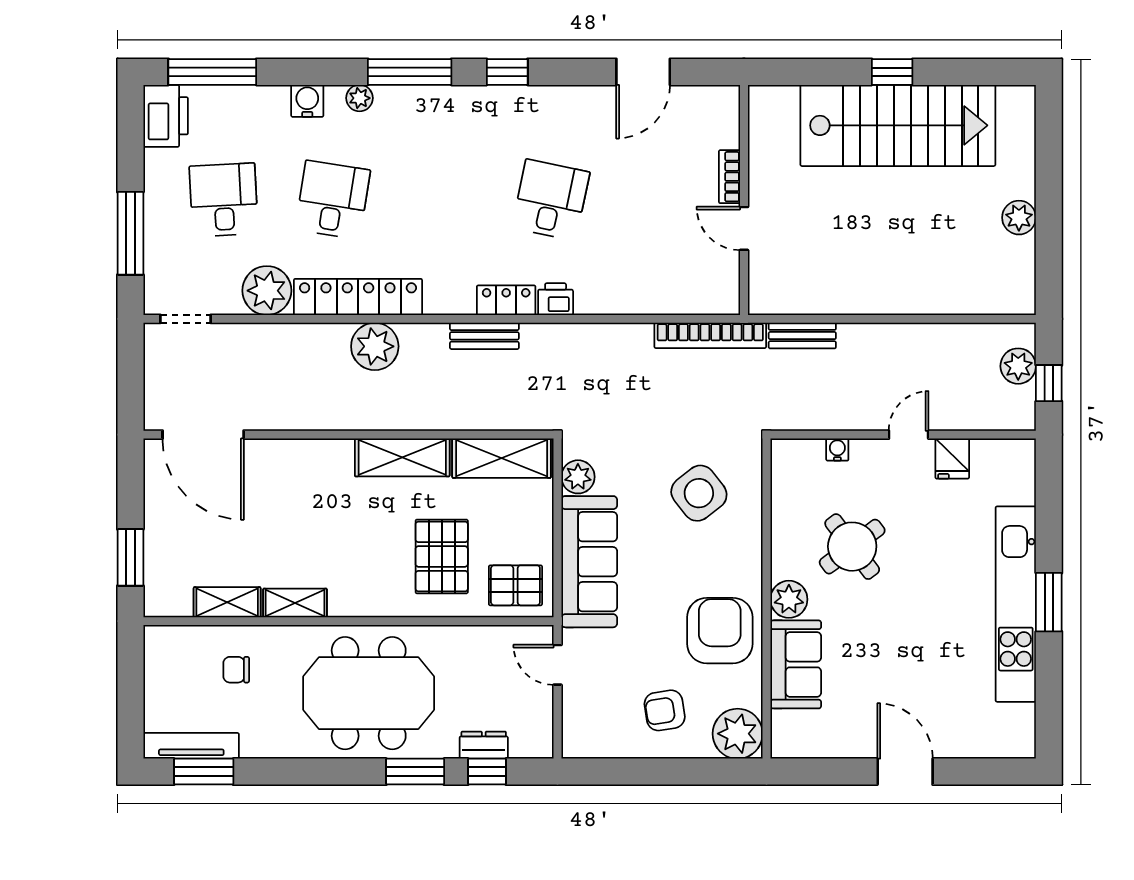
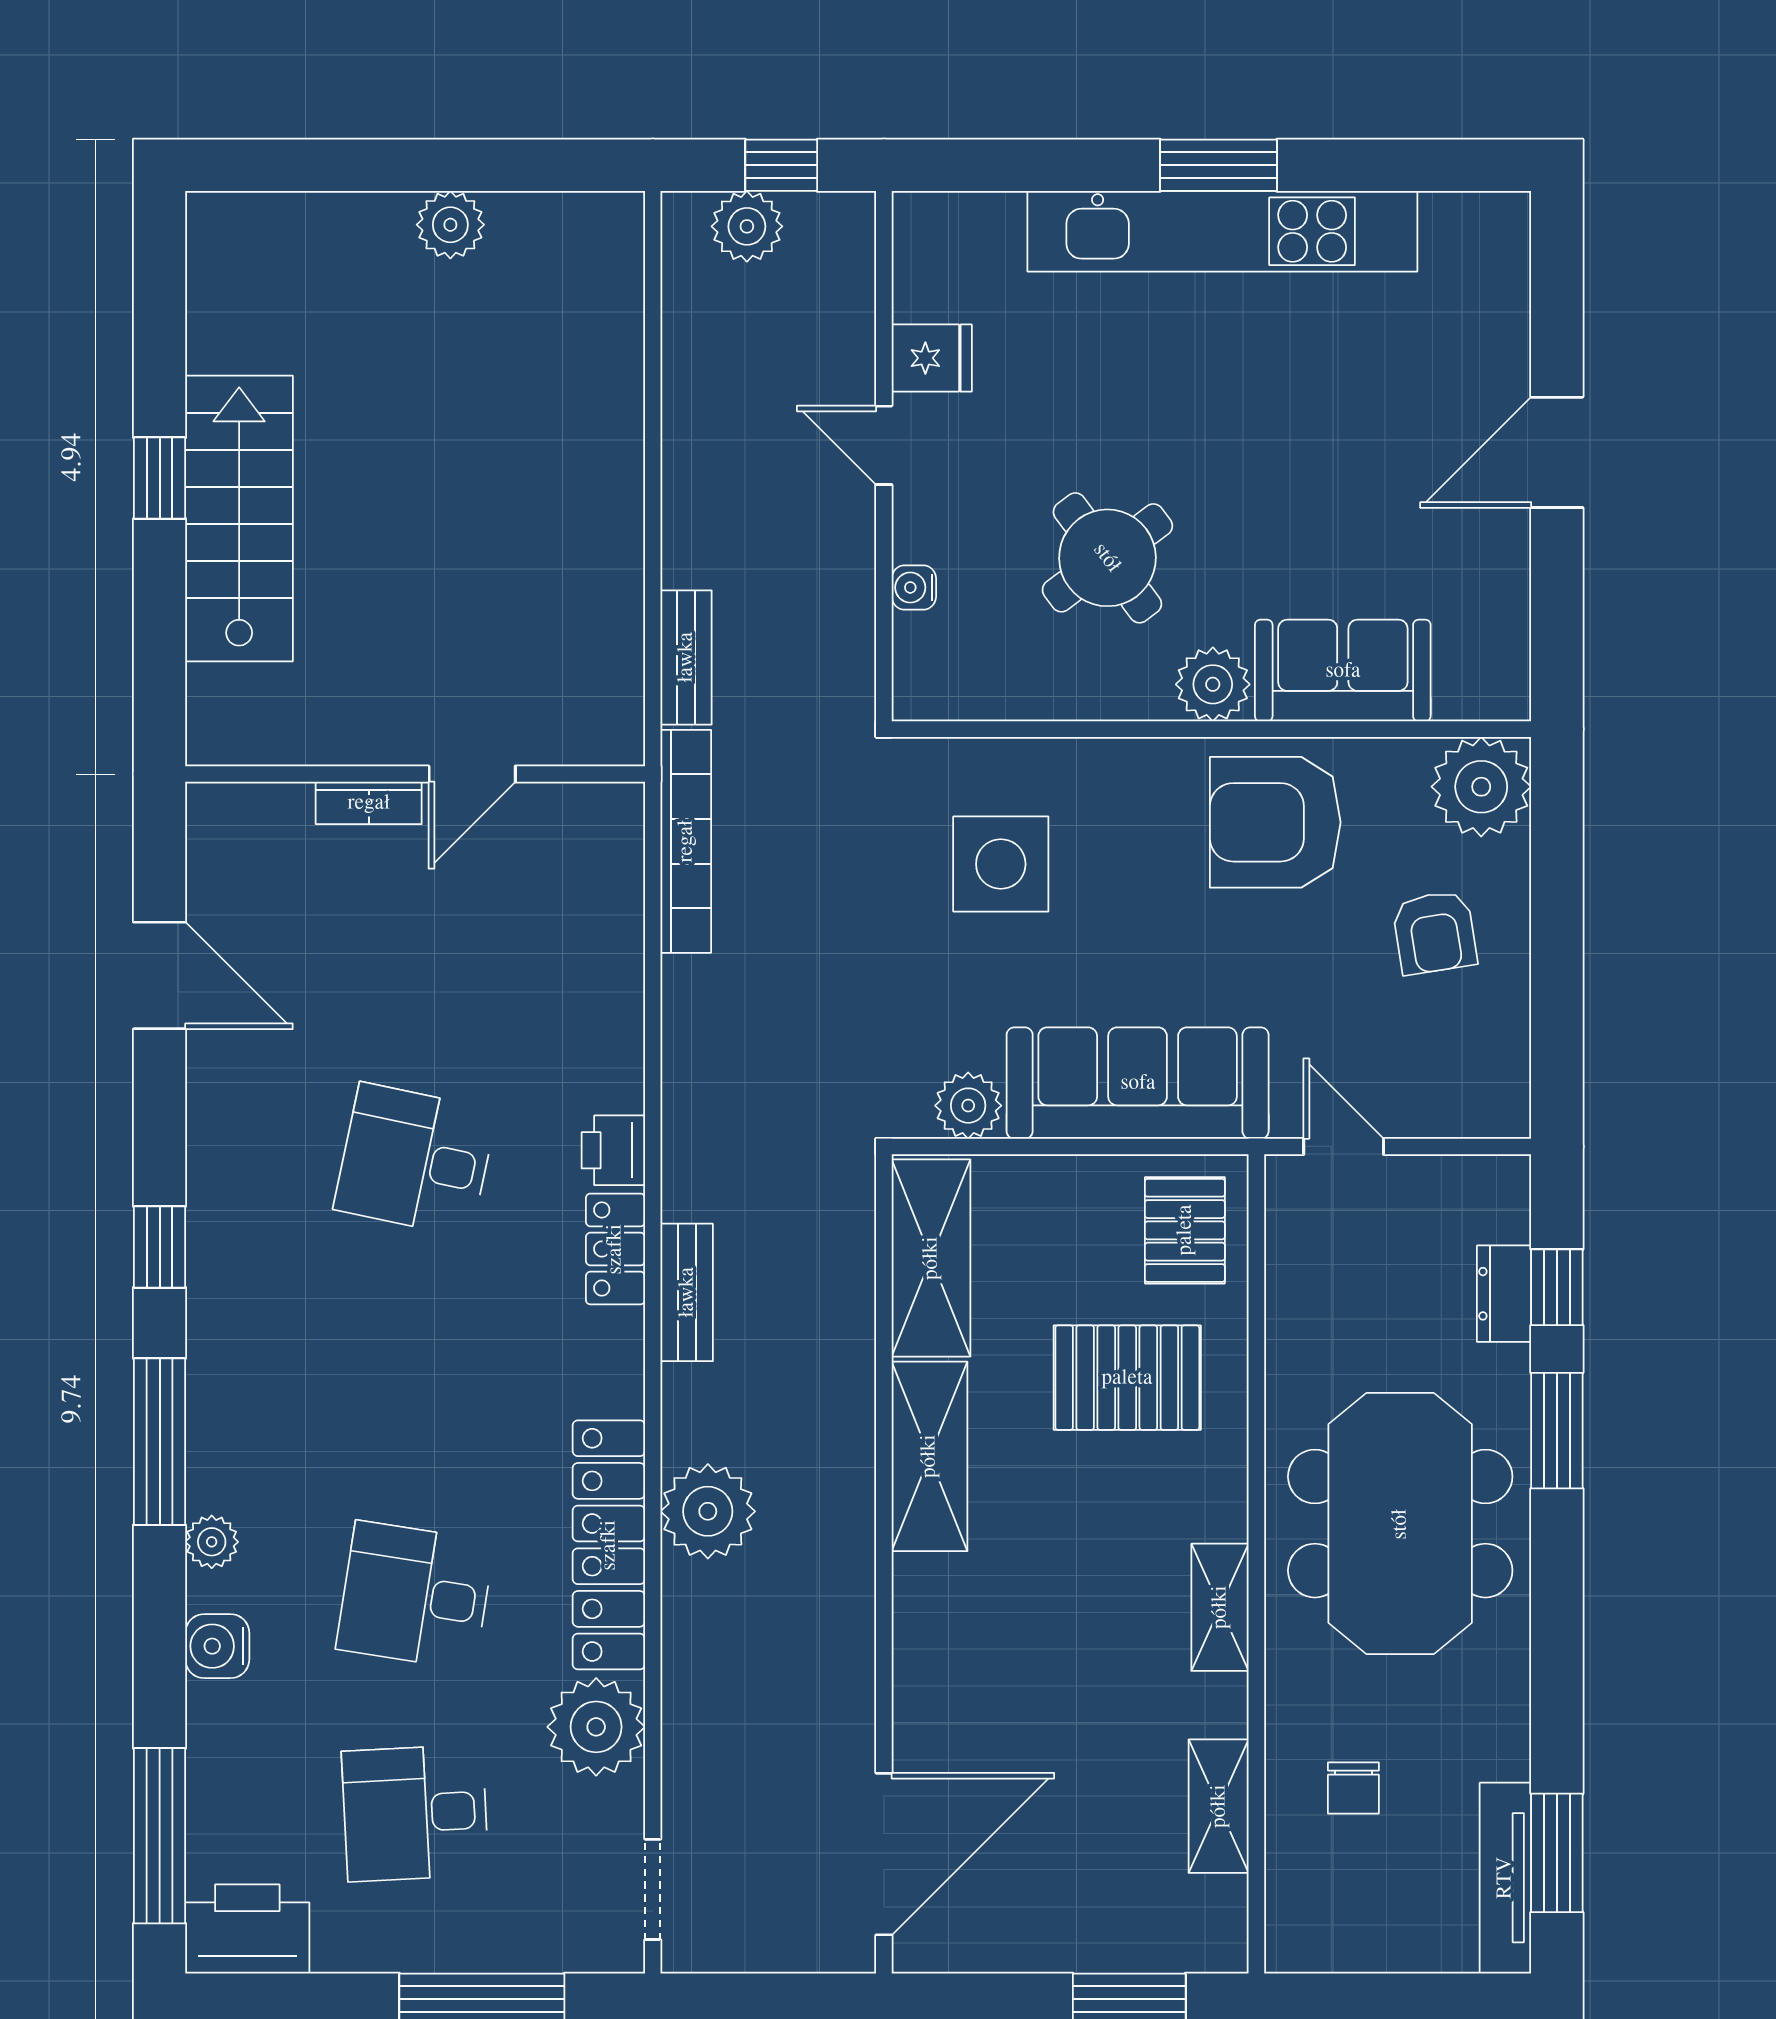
stairs: (898, 125) -> (239, 519), width x0.73, depth x0.66
side table: (699, 493) -> (1001, 864), turned 38
shelving: (295, 603) -> (1220, 1607), moved
door: (557, 665) -> (1344, 1146), swing flipped

